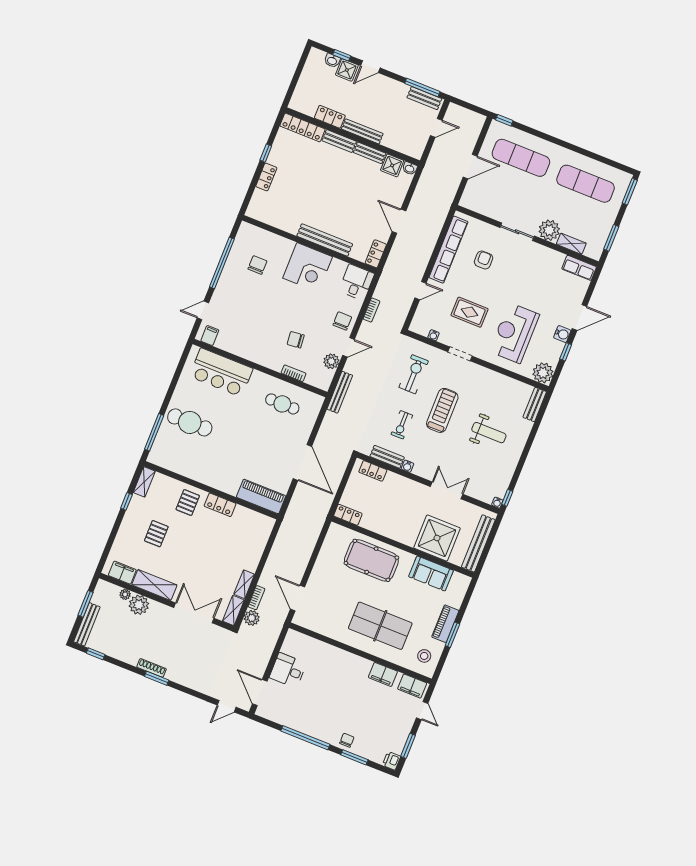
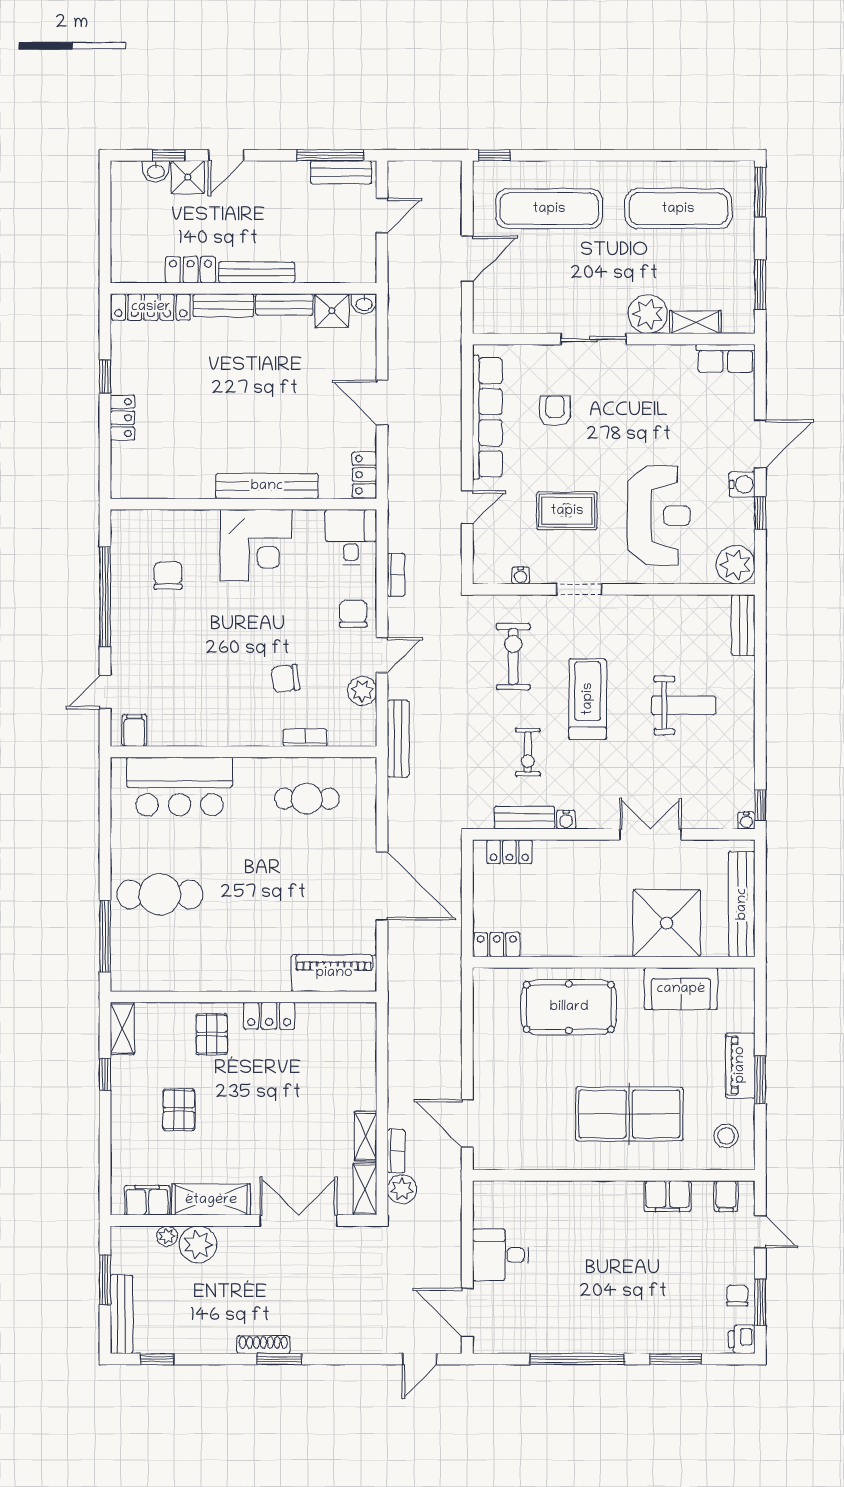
reception desk: (514, 333) -> (659, 516), turned 180
filing cabinet: (412, 686) -> (726, 1196), width x0.50
chair: (347, 740) -> (737, 1296), moved

